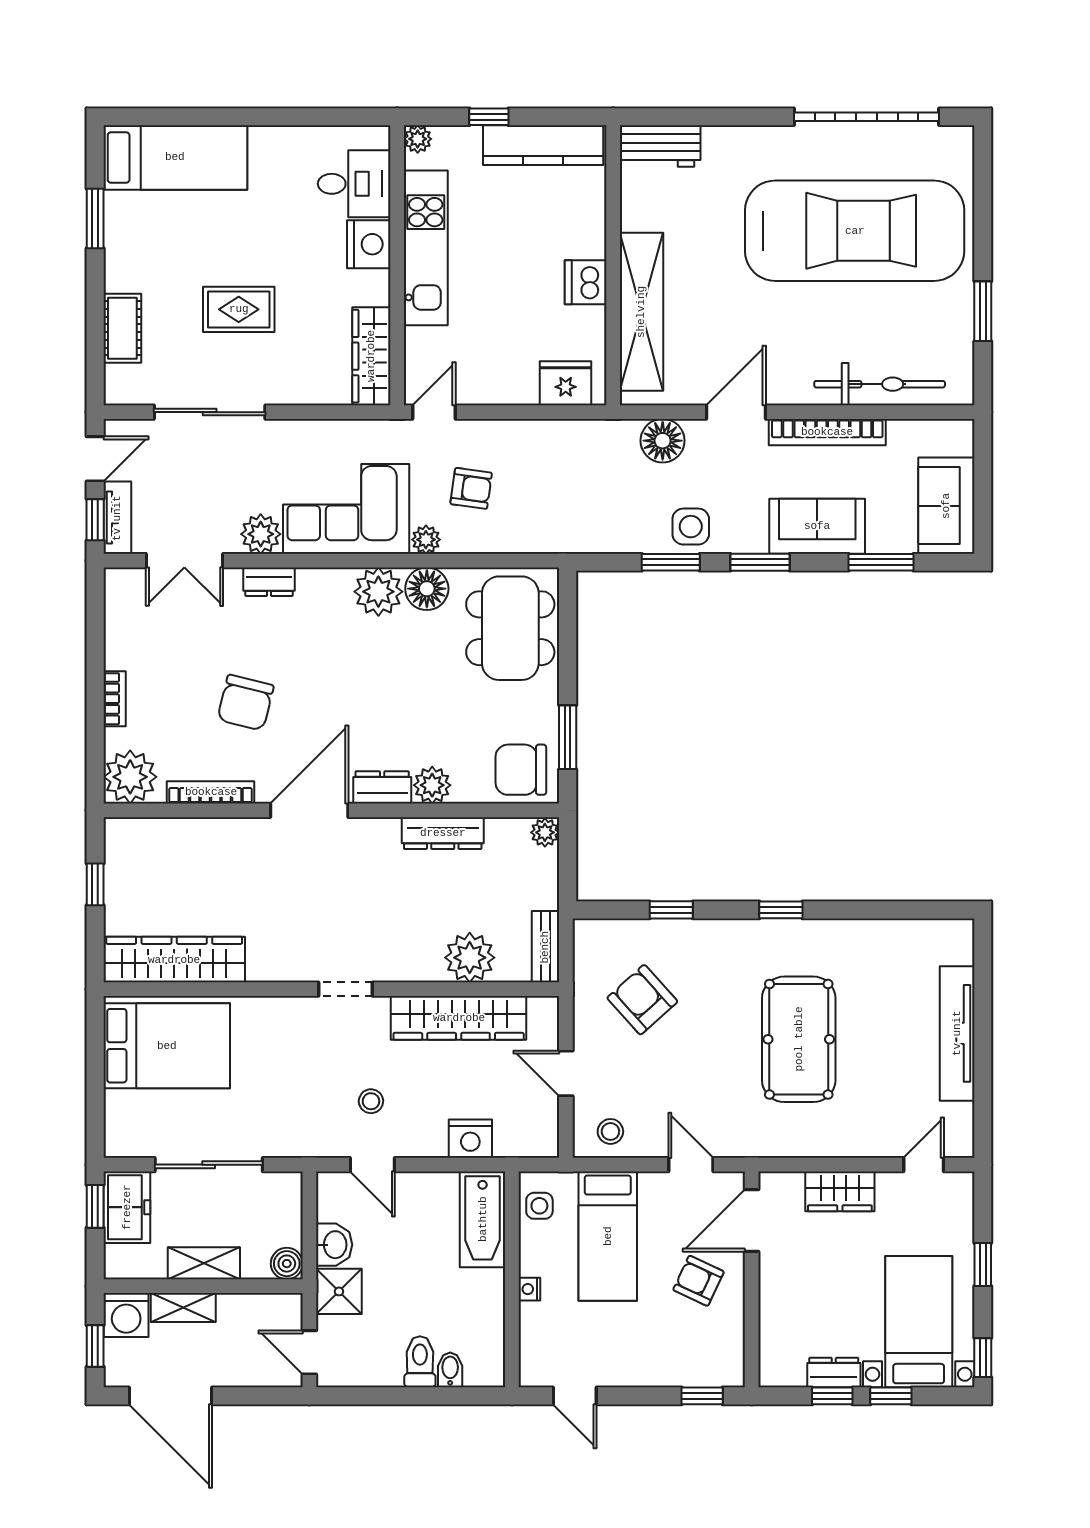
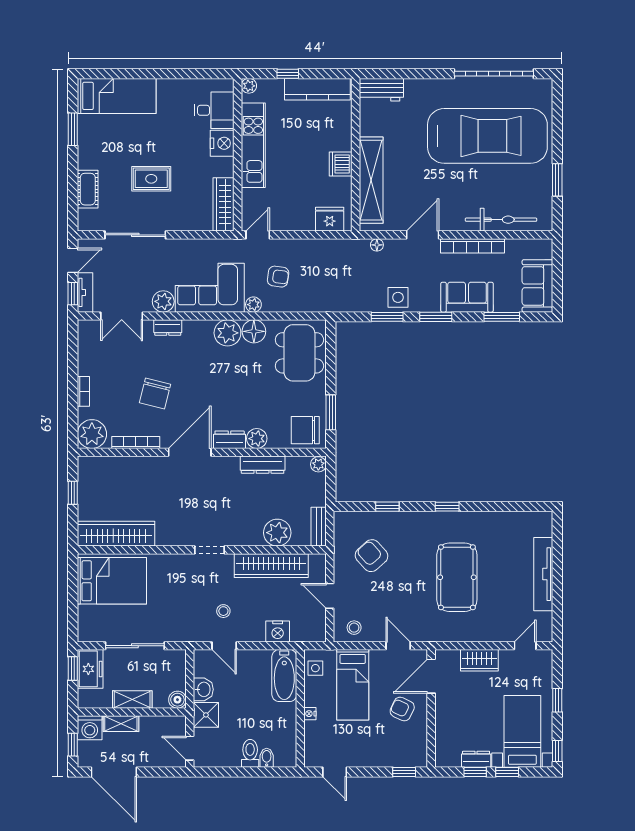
floor lamp: (663, 441) -> (377, 245), width x0.53, depth x0.53

